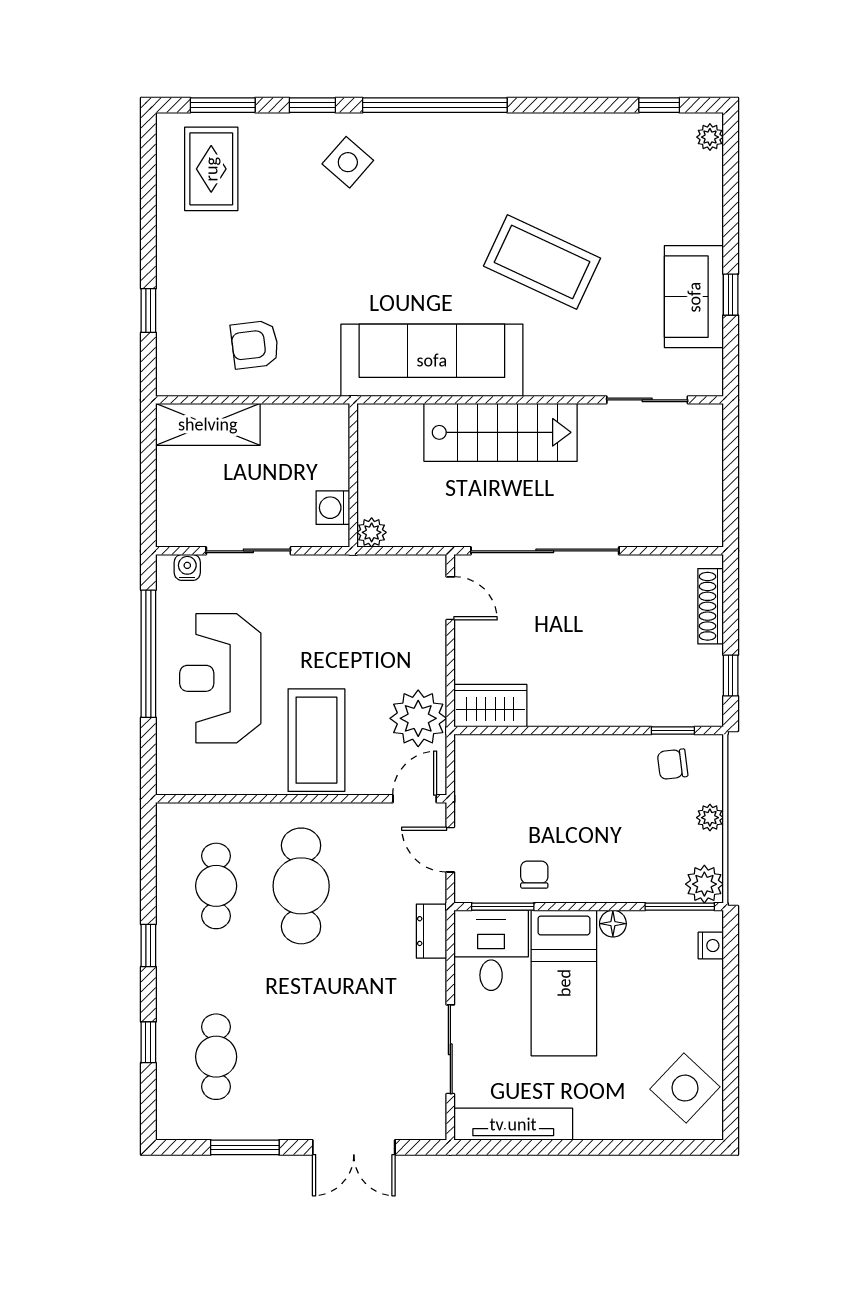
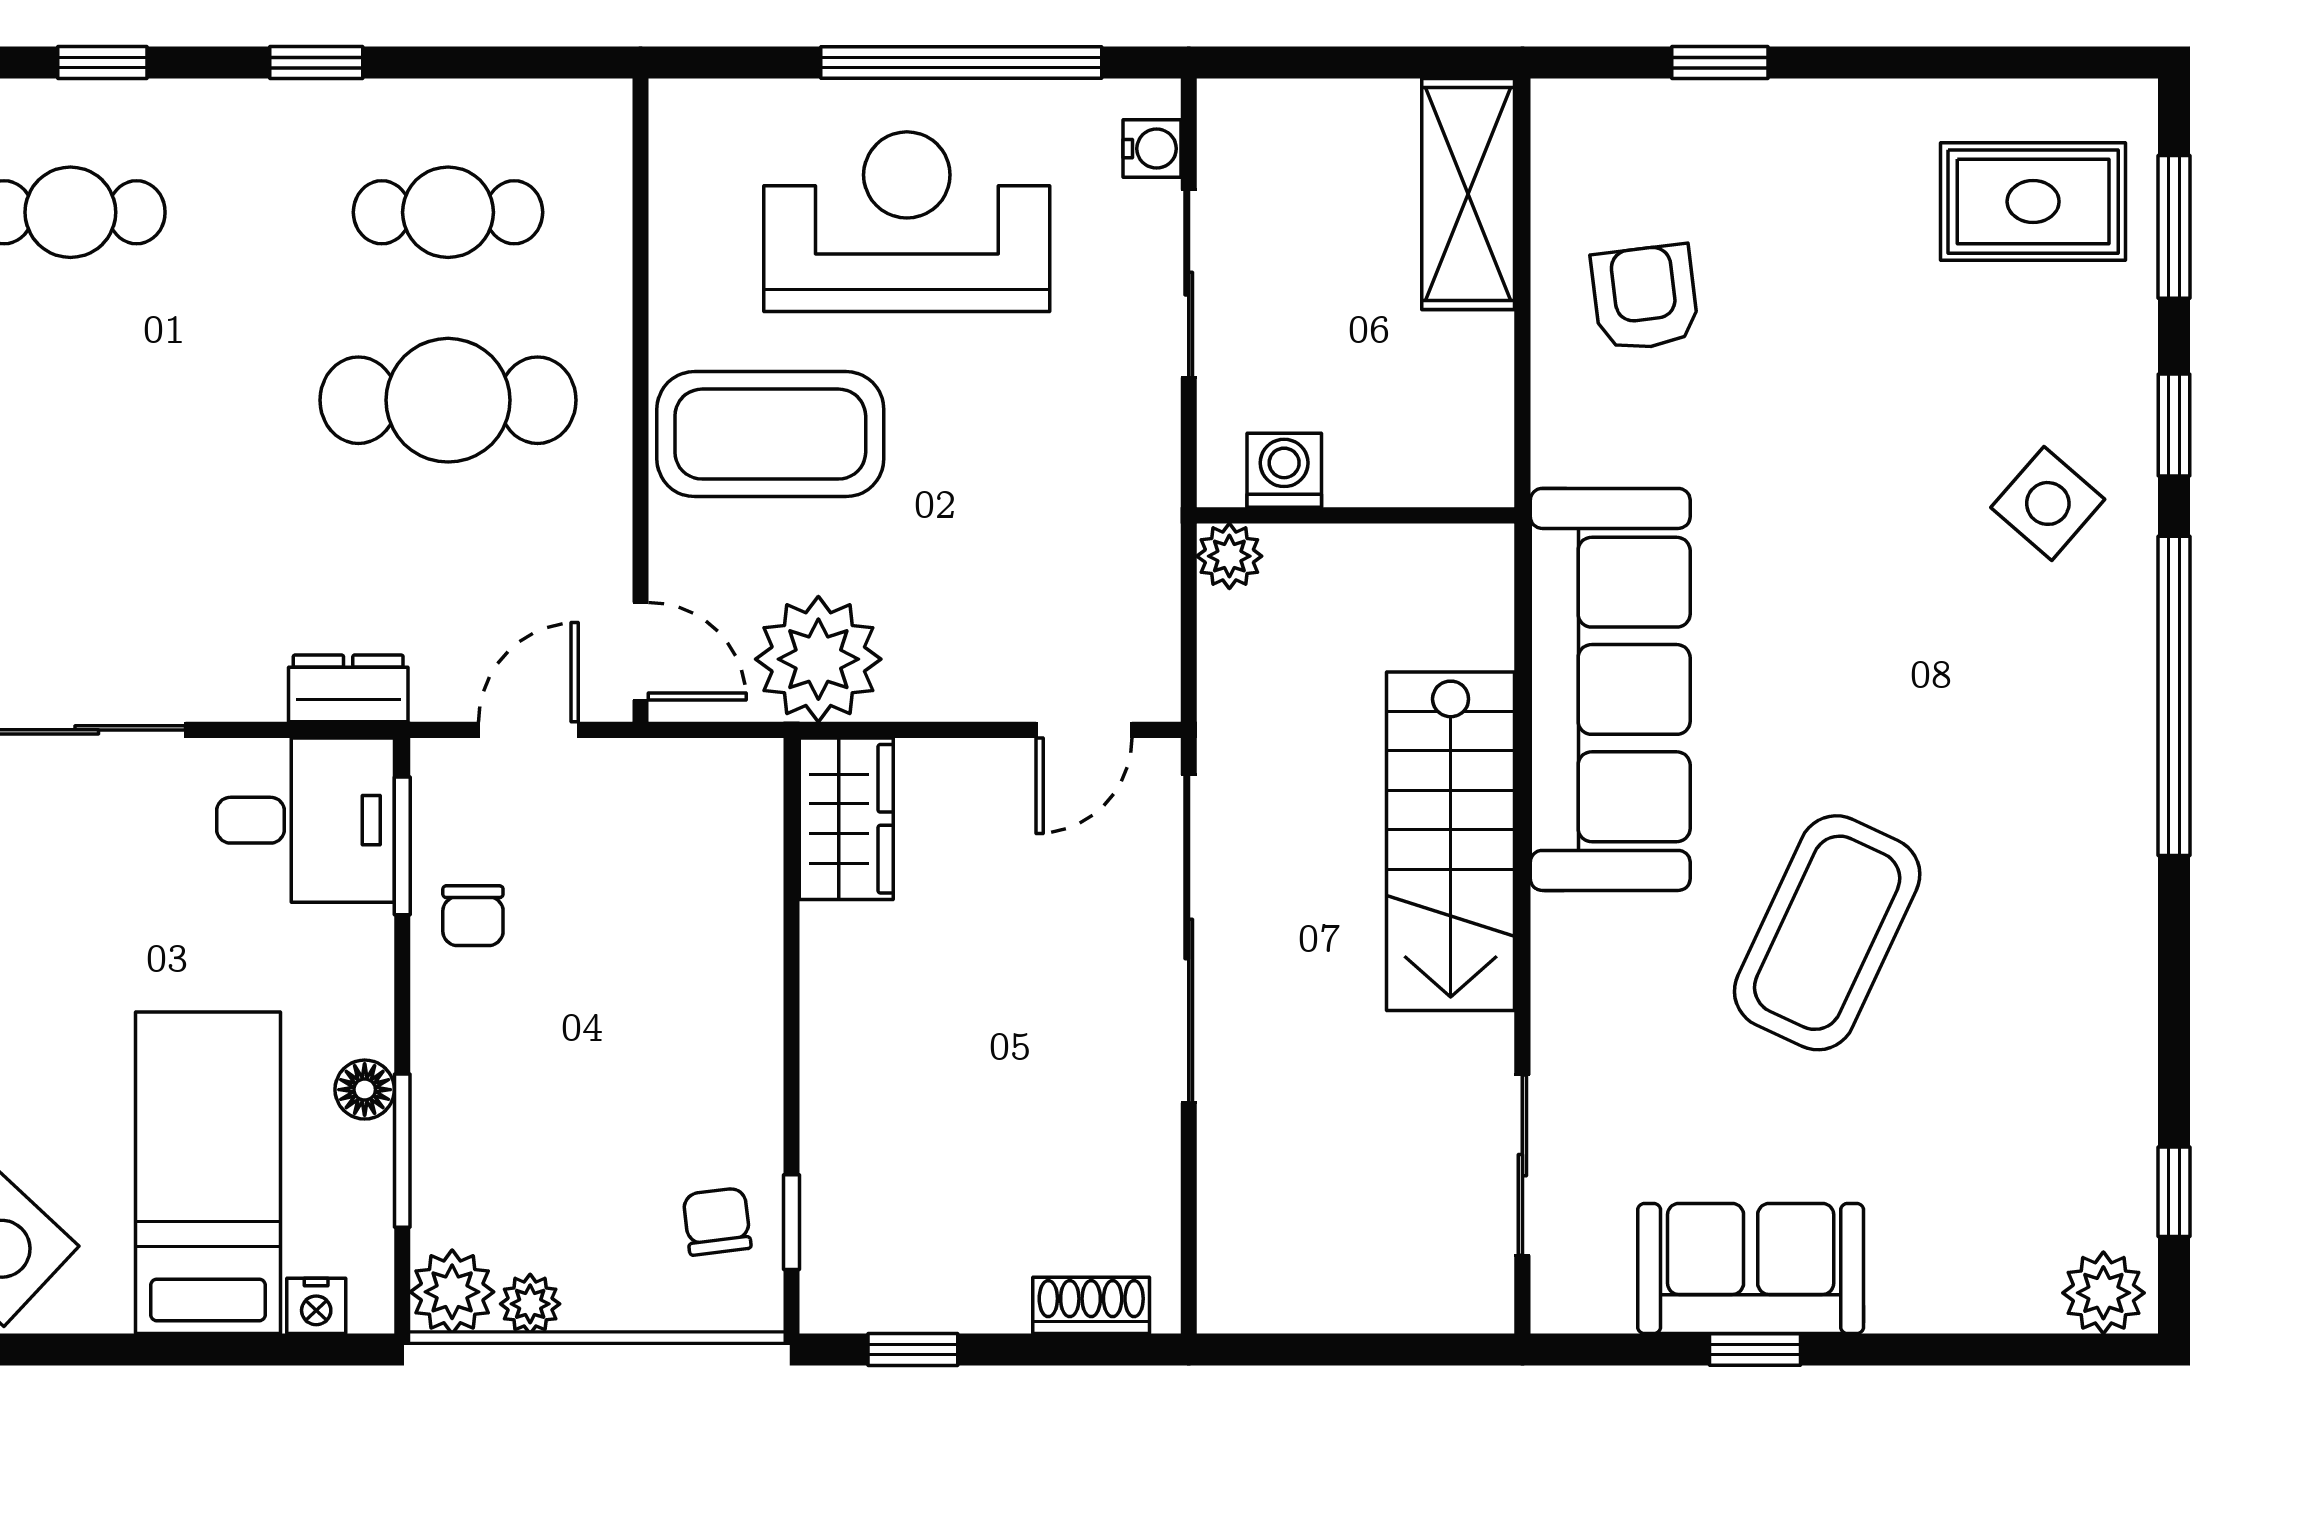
plant: (710, 137) -> (2103, 1293), width x1.38, depth x1.38
shoe rack: (711, 606) -> (1091, 1305), width x0.70
plant: (710, 818) -> (530, 1304), moved
chair: (534, 875) -> (473, 916), turned 90
window: (680, 907) -> (402, 1151), moved
bed: (564, 983) -> (208, 1173), moved, turned 90

